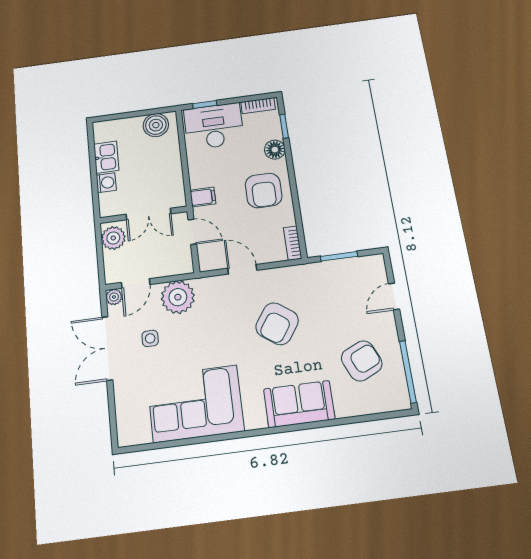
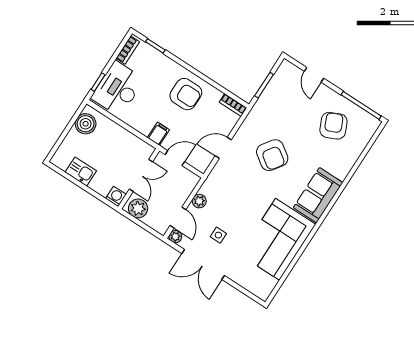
floor lamp: (275, 150) -> (166, 65), removed
washing machine: (106, 183) -> (116, 196), moved
plant: (178, 297) -> (199, 201), width x0.53, depth x0.53
sofa: (299, 404) -> (318, 195), moved

